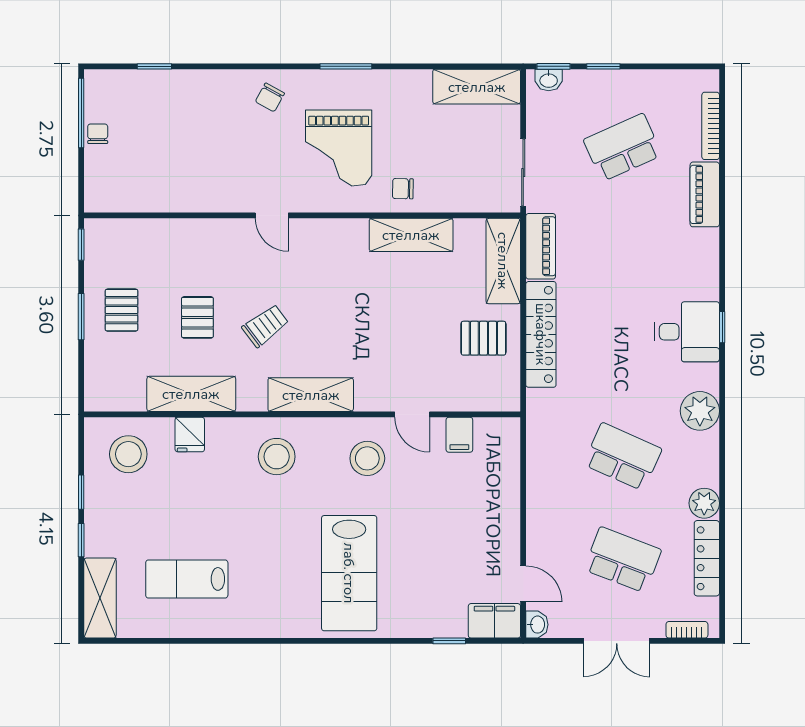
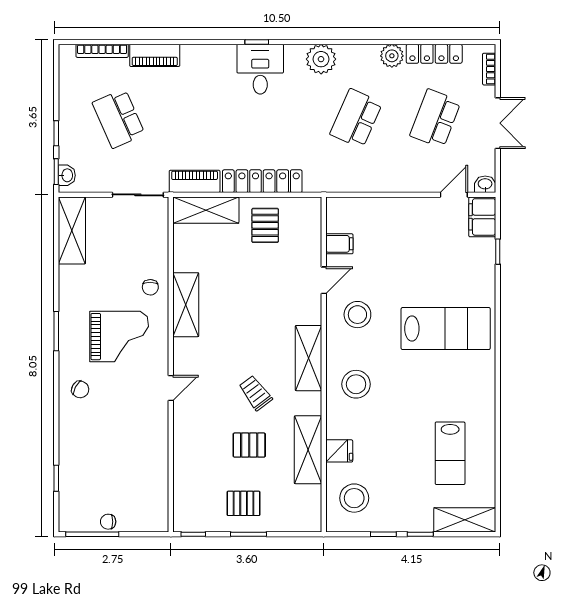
shelving: (411, 235) -> (186, 305), moved

